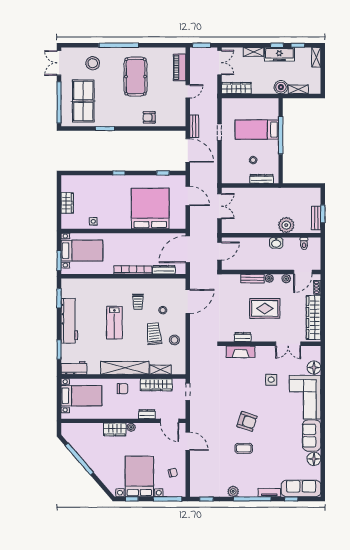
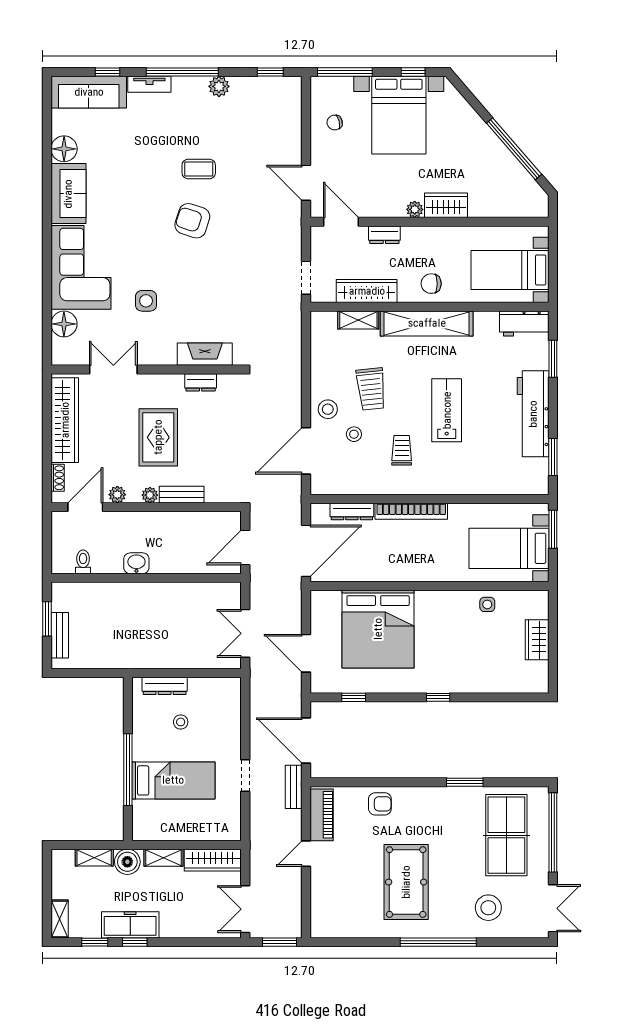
shelving: (254, 52) -> (163, 858), moved
piano: (180, 67) -> (322, 815), moved
bench: (316, 218) -> (60, 635), moved
plant: (286, 225) -> (117, 597), removed
rug: (265, 308) -> (158, 437), turned 90
stool: (174, 340) -> (328, 409), moved

